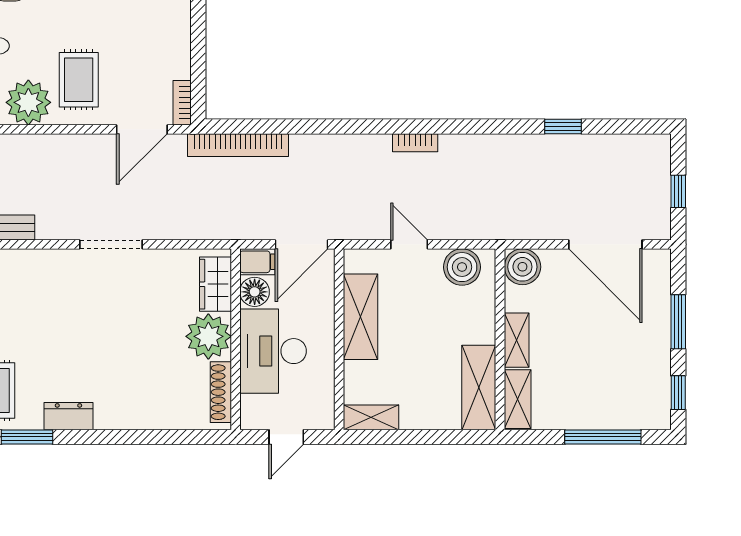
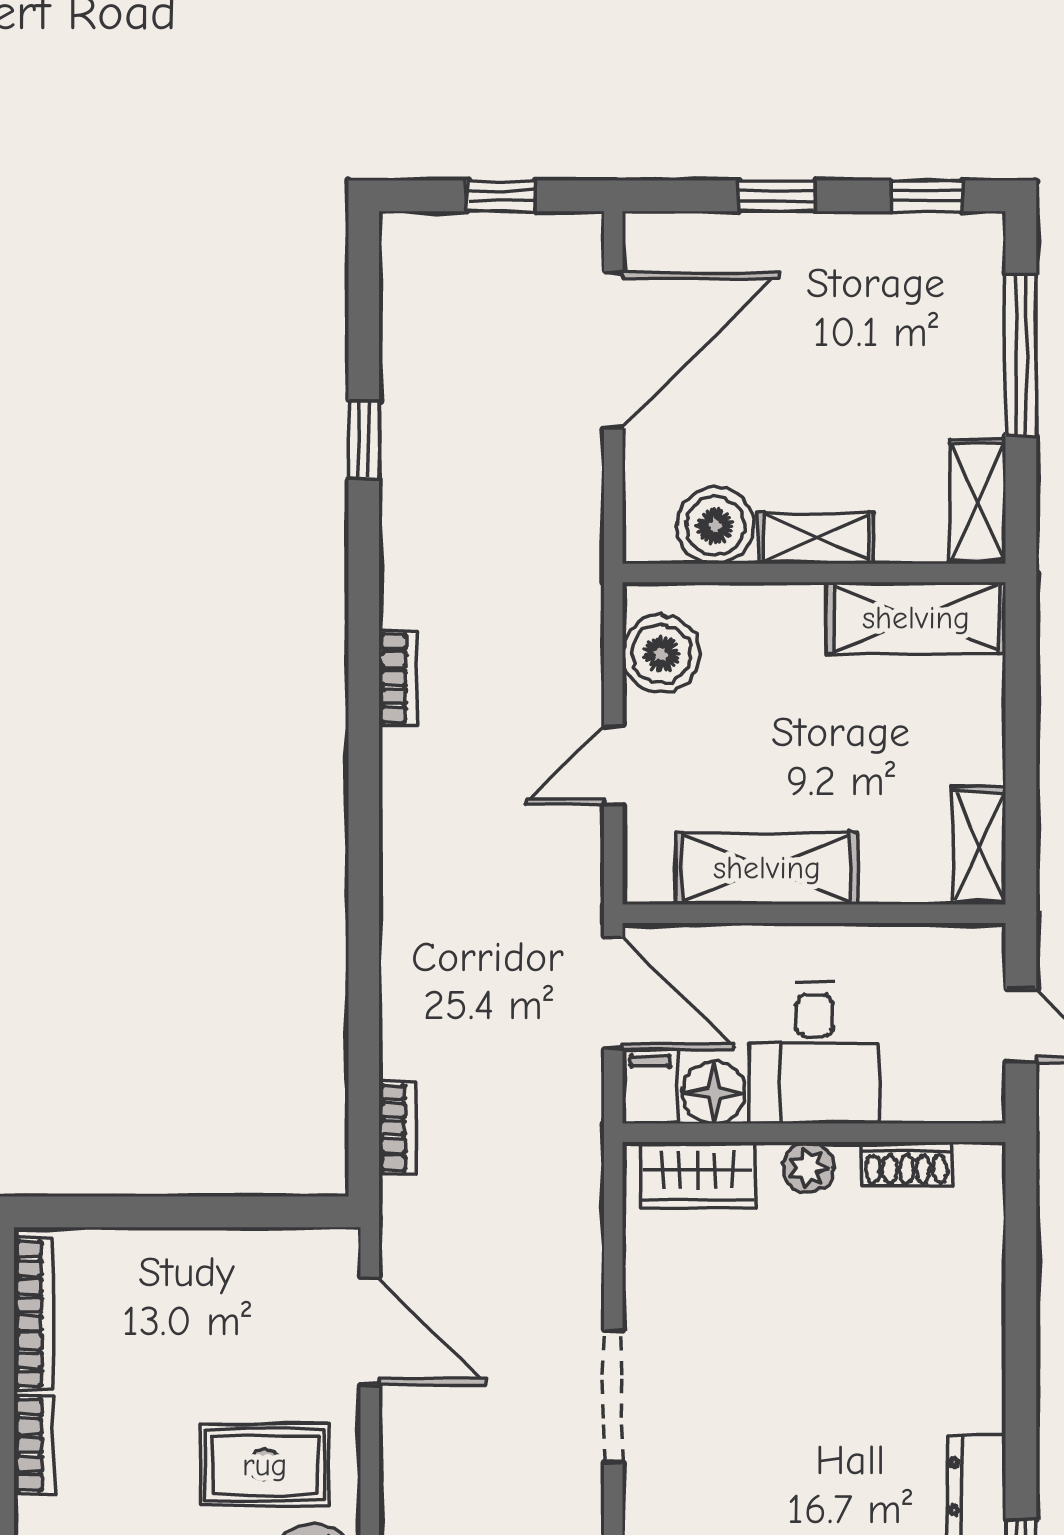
bookcase: (182, 103) -> (313, 1246), removed
bookcase: (415, 143) -> (398, 678), moved
bookcase: (238, 145) -> (397, 1128), width x0.43, depth x0.76
boiler: (522, 267) -> (715, 526), moved
window: (678, 322) -> (777, 196), width x0.67
plant: (208, 336) -> (808, 1168), width x0.53, depth x0.53
desk: (273, 351) -> (815, 1054), width x0.73
shoe rack: (221, 392) -> (907, 1164), width x0.70
shelving: (518, 399) -> (978, 502), moved, turned 90

